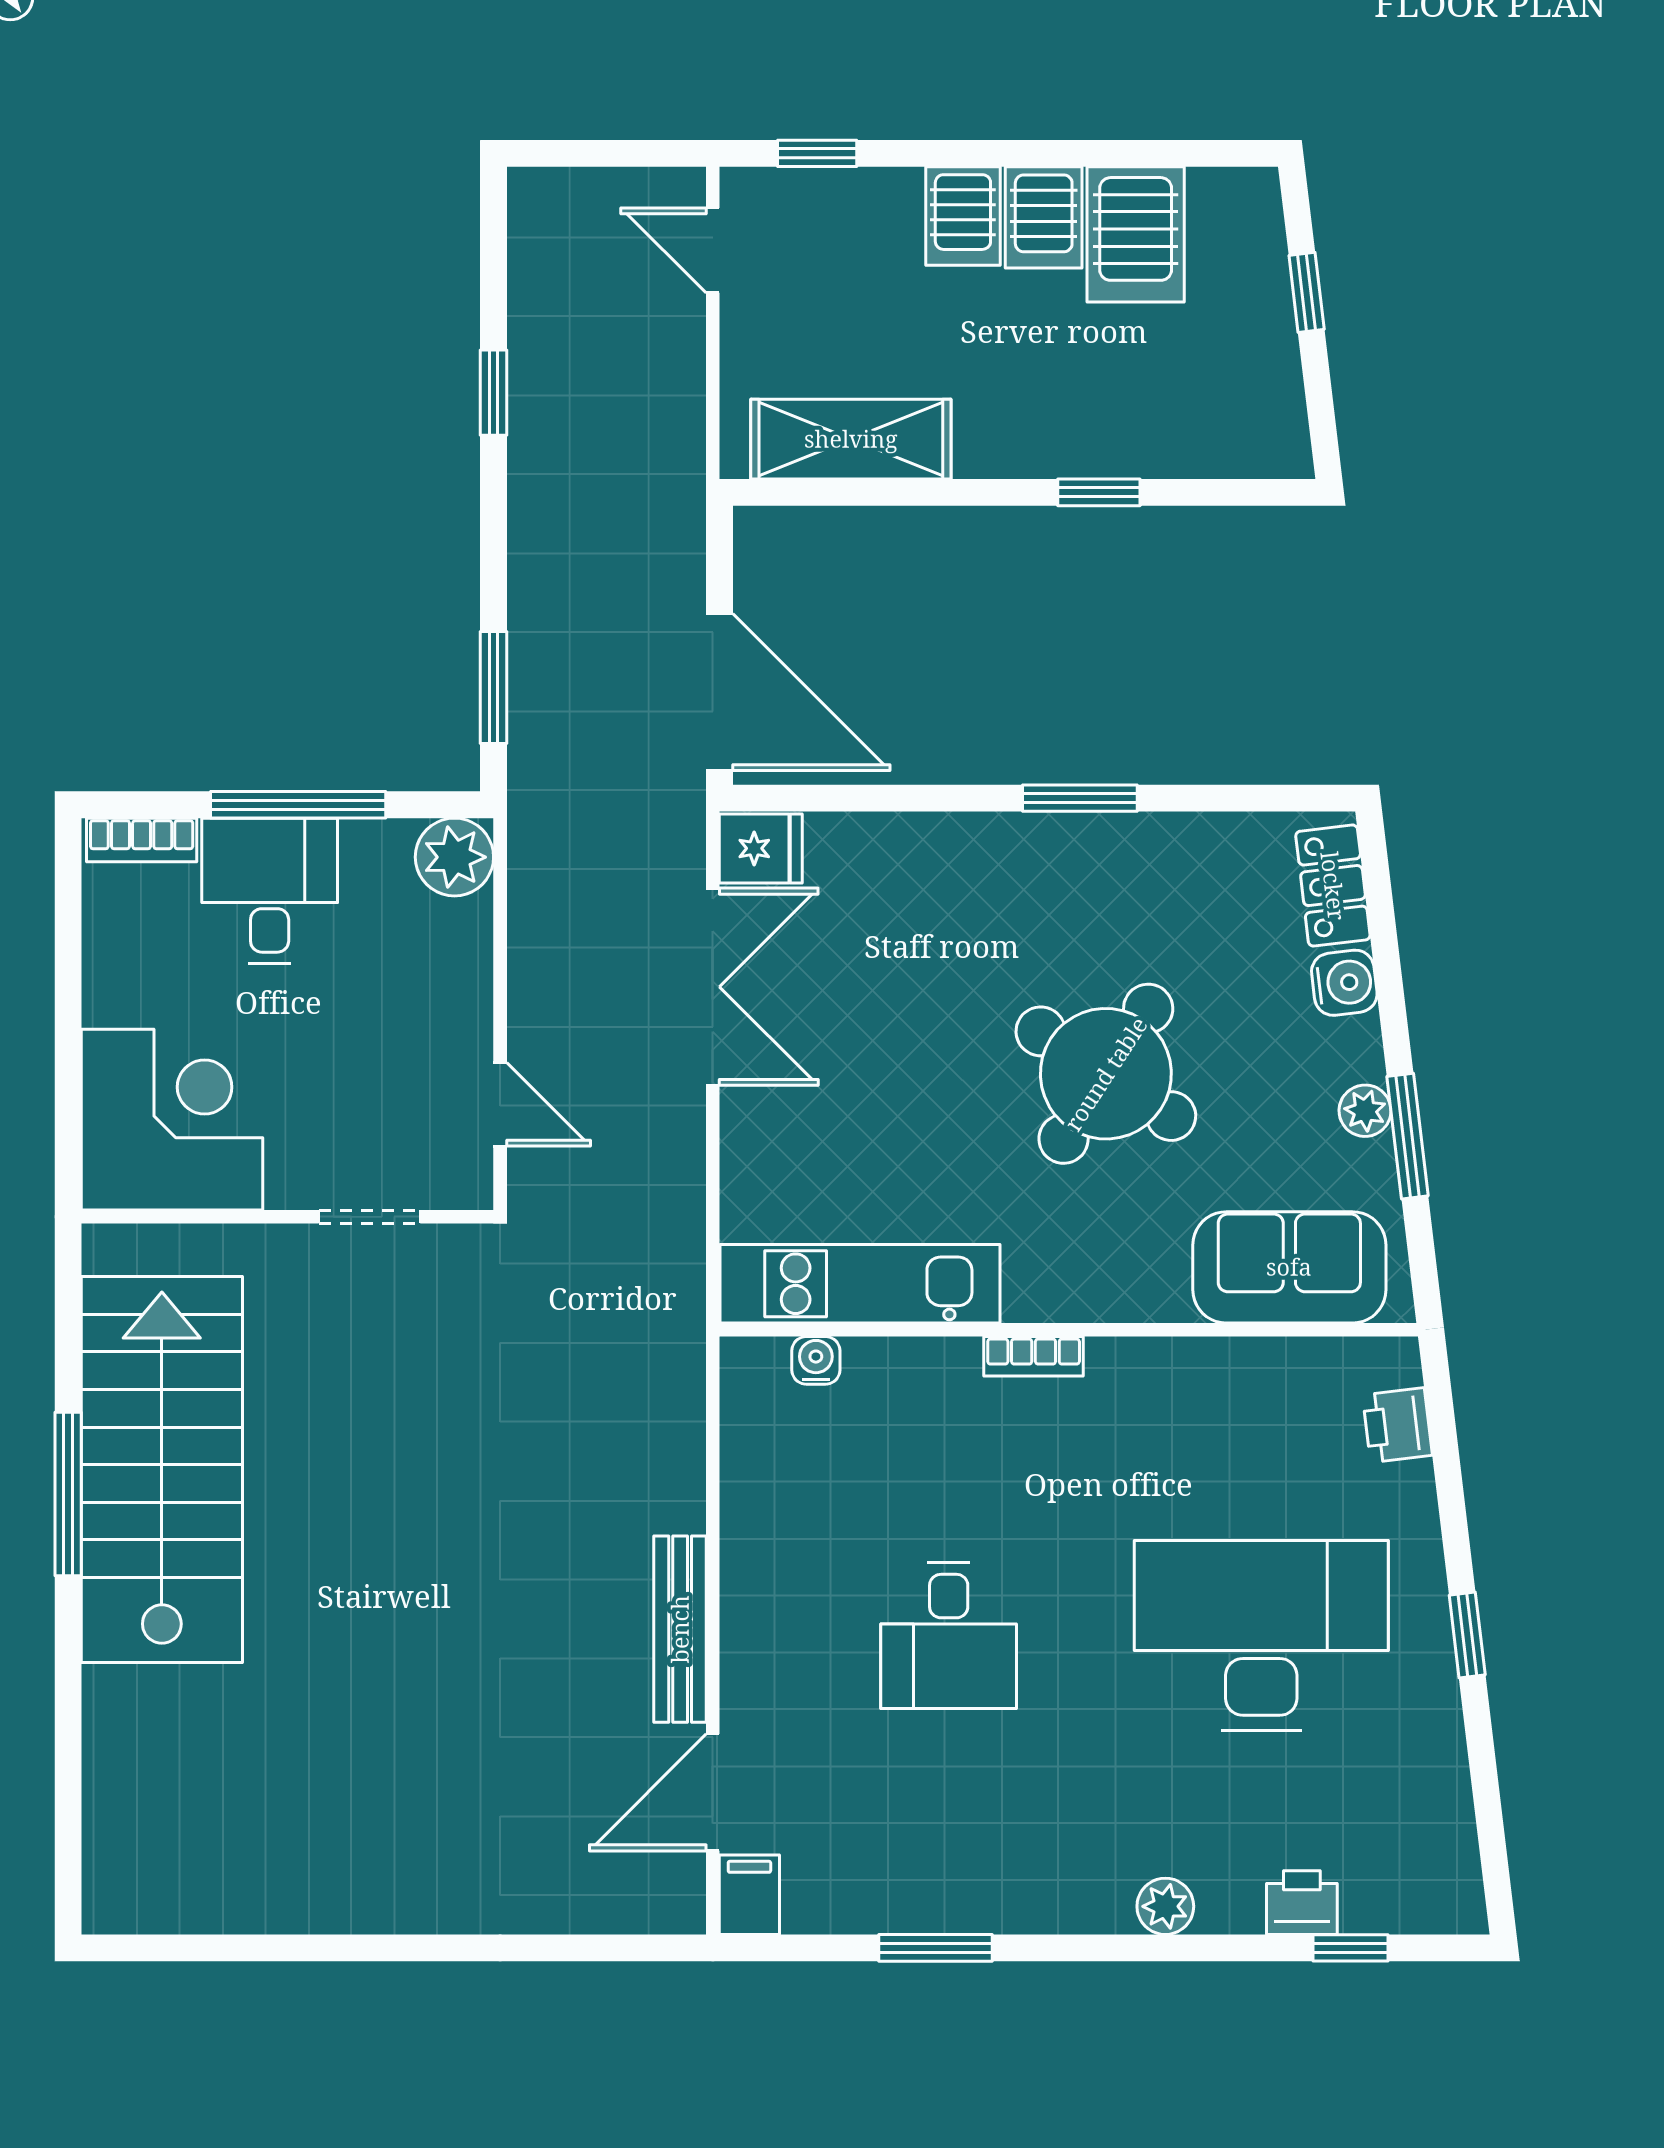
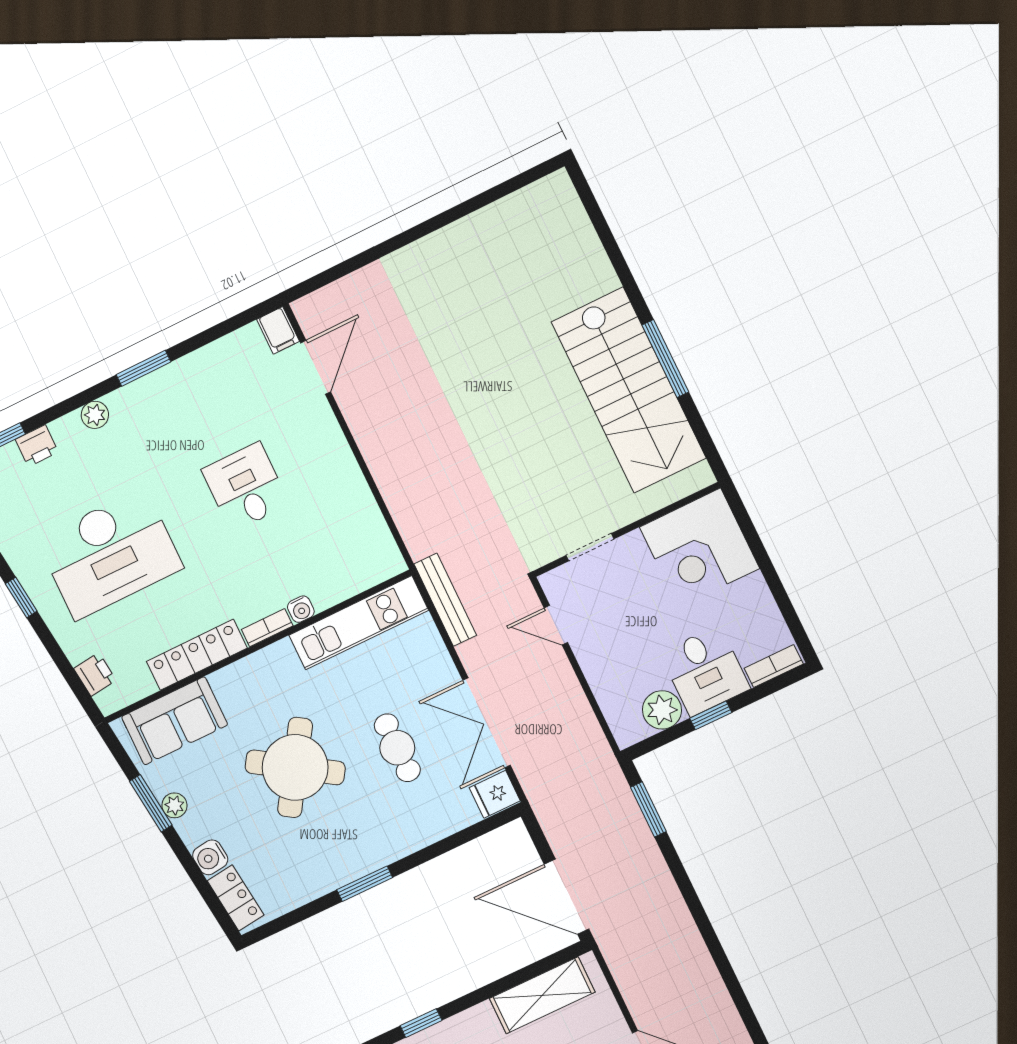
window: (493, 393) -> (712, 941), removed
door: (719, 692) -> (566, 897), moved
window: (298, 805) -> (711, 715), width x0.46
plant: (454, 857) -> (662, 710), moved
cafe table: (899, 1020) -> (397, 748), added
water cooler: (816, 1360) -> (301, 609), moved
locker: (1189, 1370) -> (197, 655), added
bench: (680, 1629) -> (445, 600), moved
window: (935, 1948) -> (144, 368), moved

